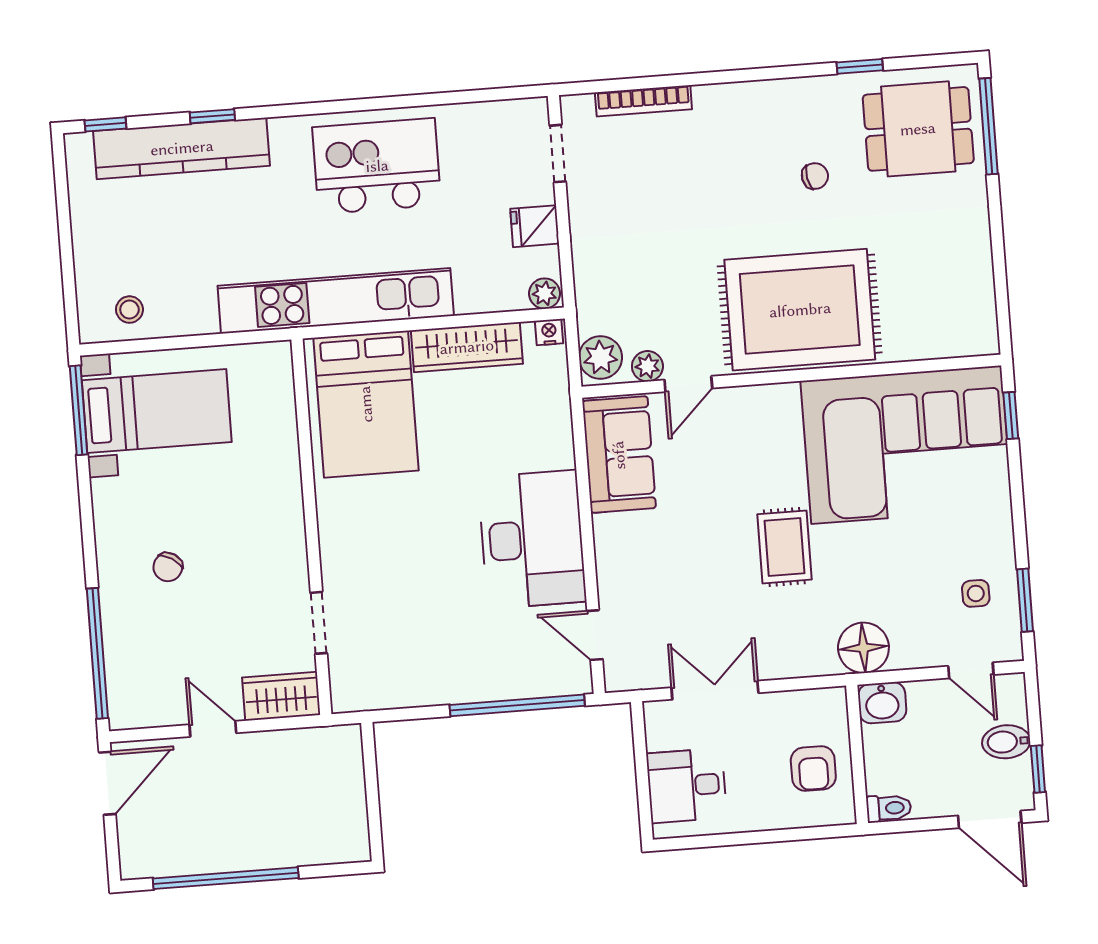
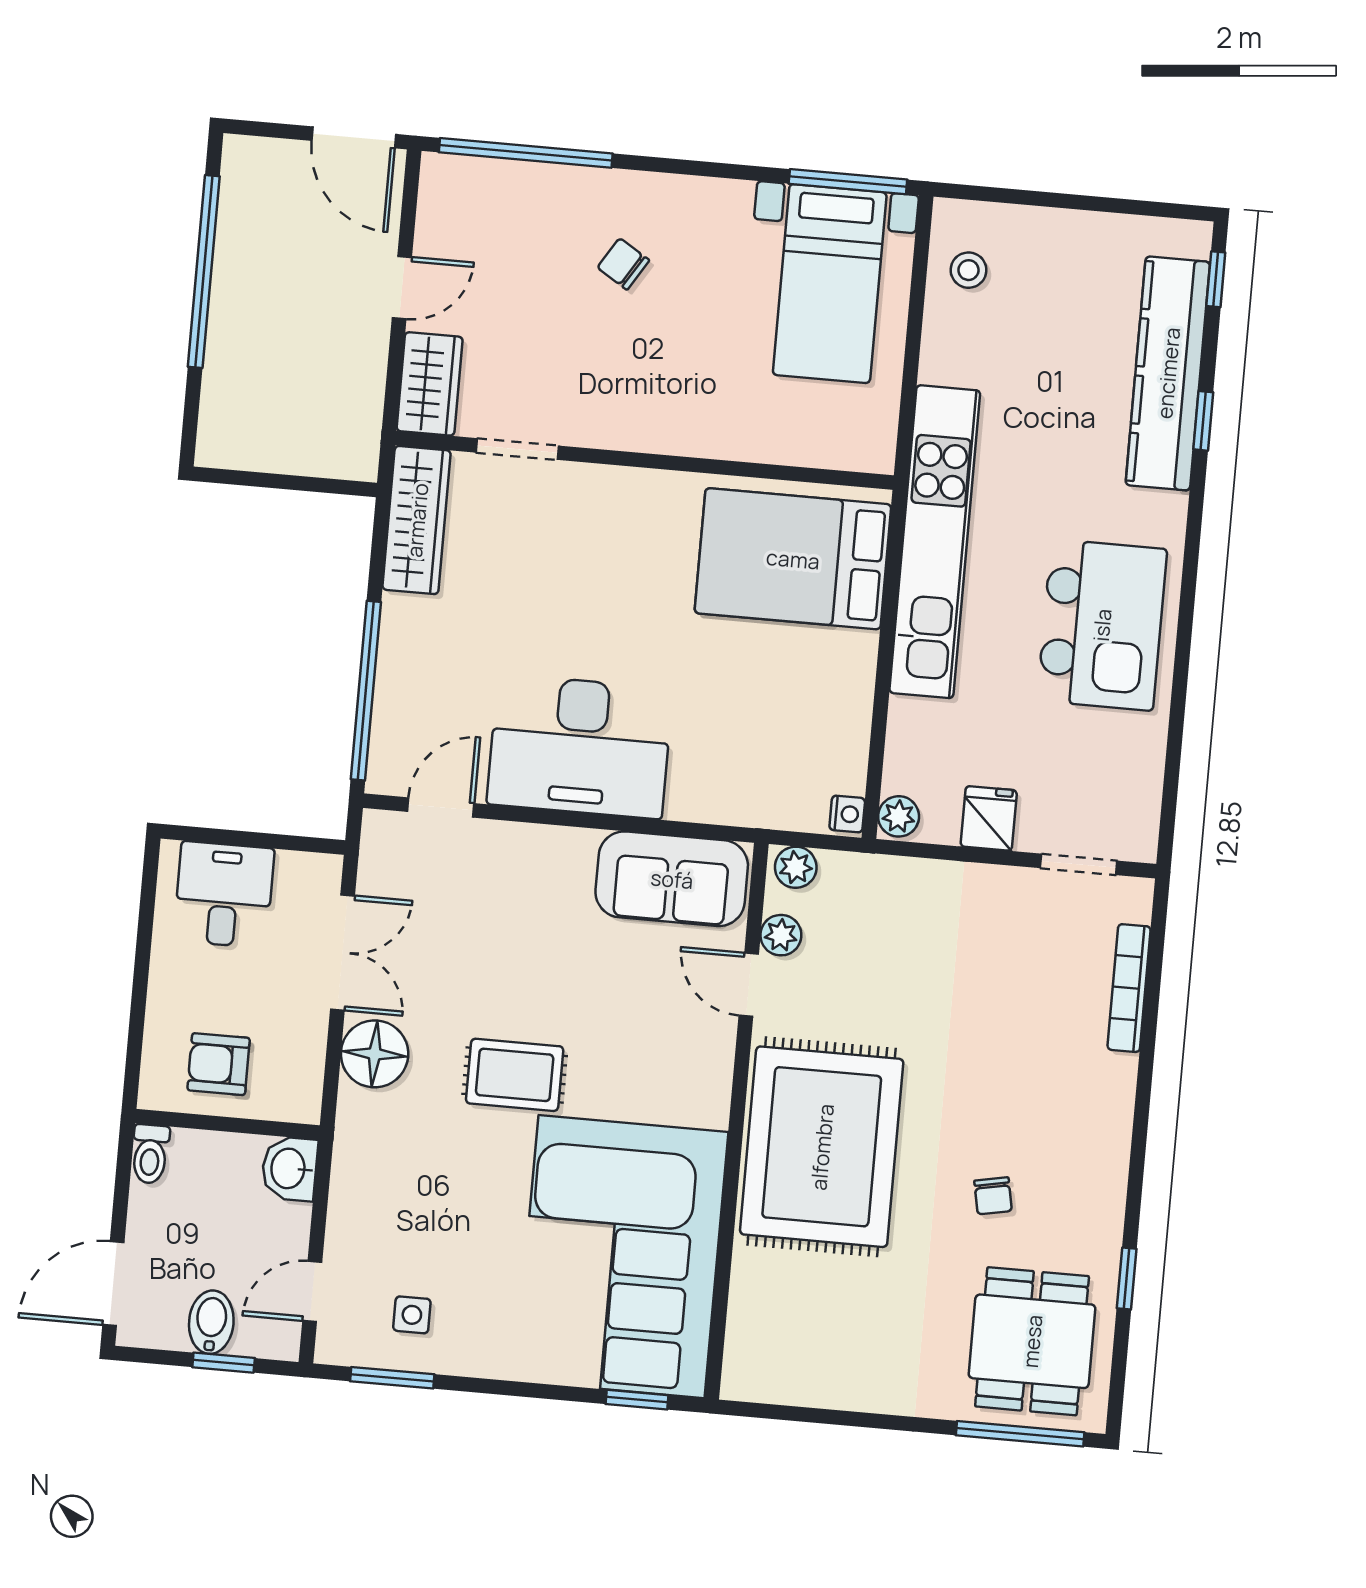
wardrobe: (467, 347) -> (417, 520), moved, turned 180
plant: (600, 357) -> (796, 867), width x0.73, depth x0.73
floor lamp: (863, 648) -> (375, 1054), moved
window: (1038, 769) -> (224, 1363), moved

